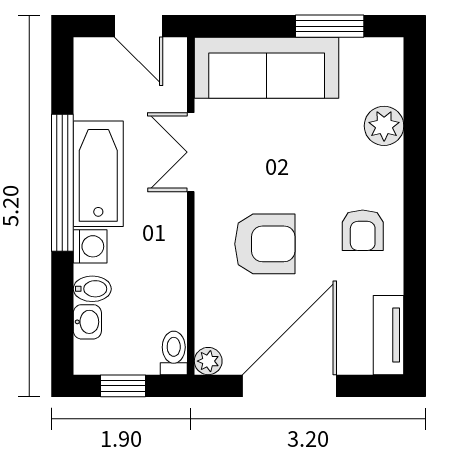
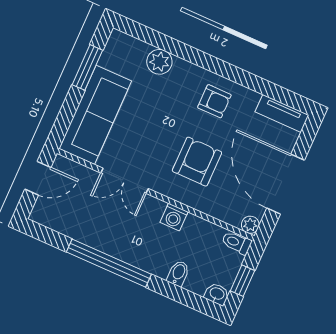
bathtub: (98, 174) -> (113, 240), removed
washing machine: (90, 246) -> (174, 217), moved, turned 180
washbasin: (87, 322) -> (217, 294), moved

